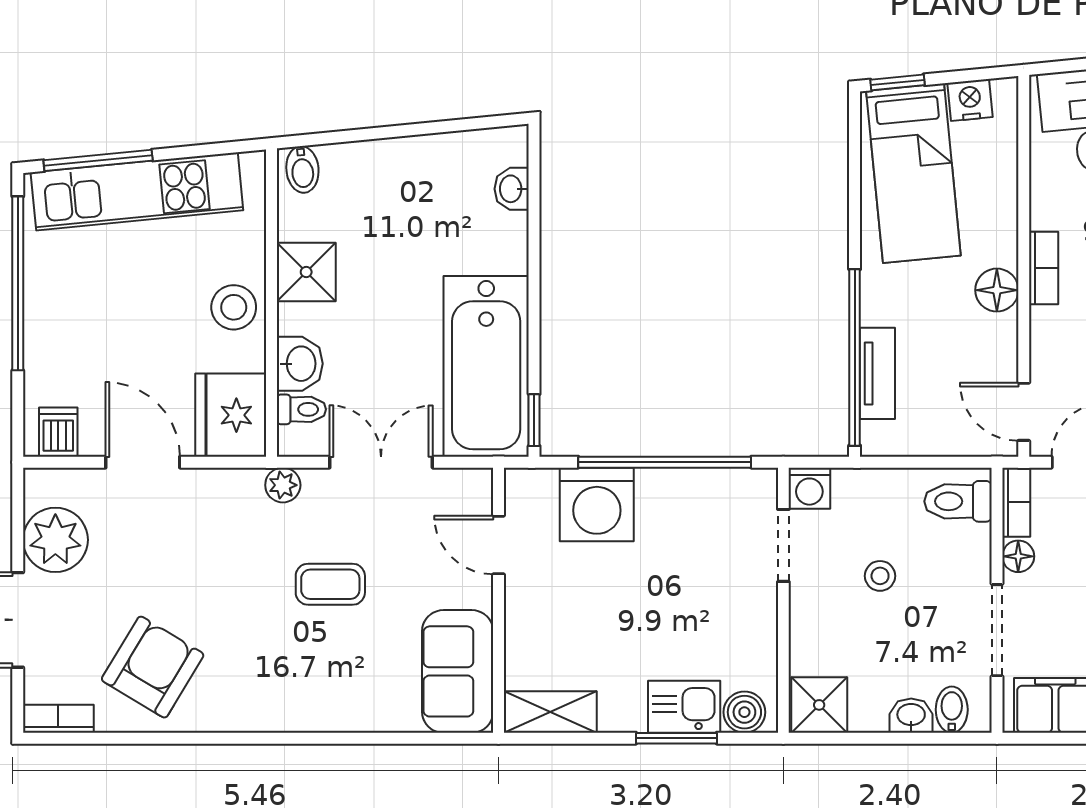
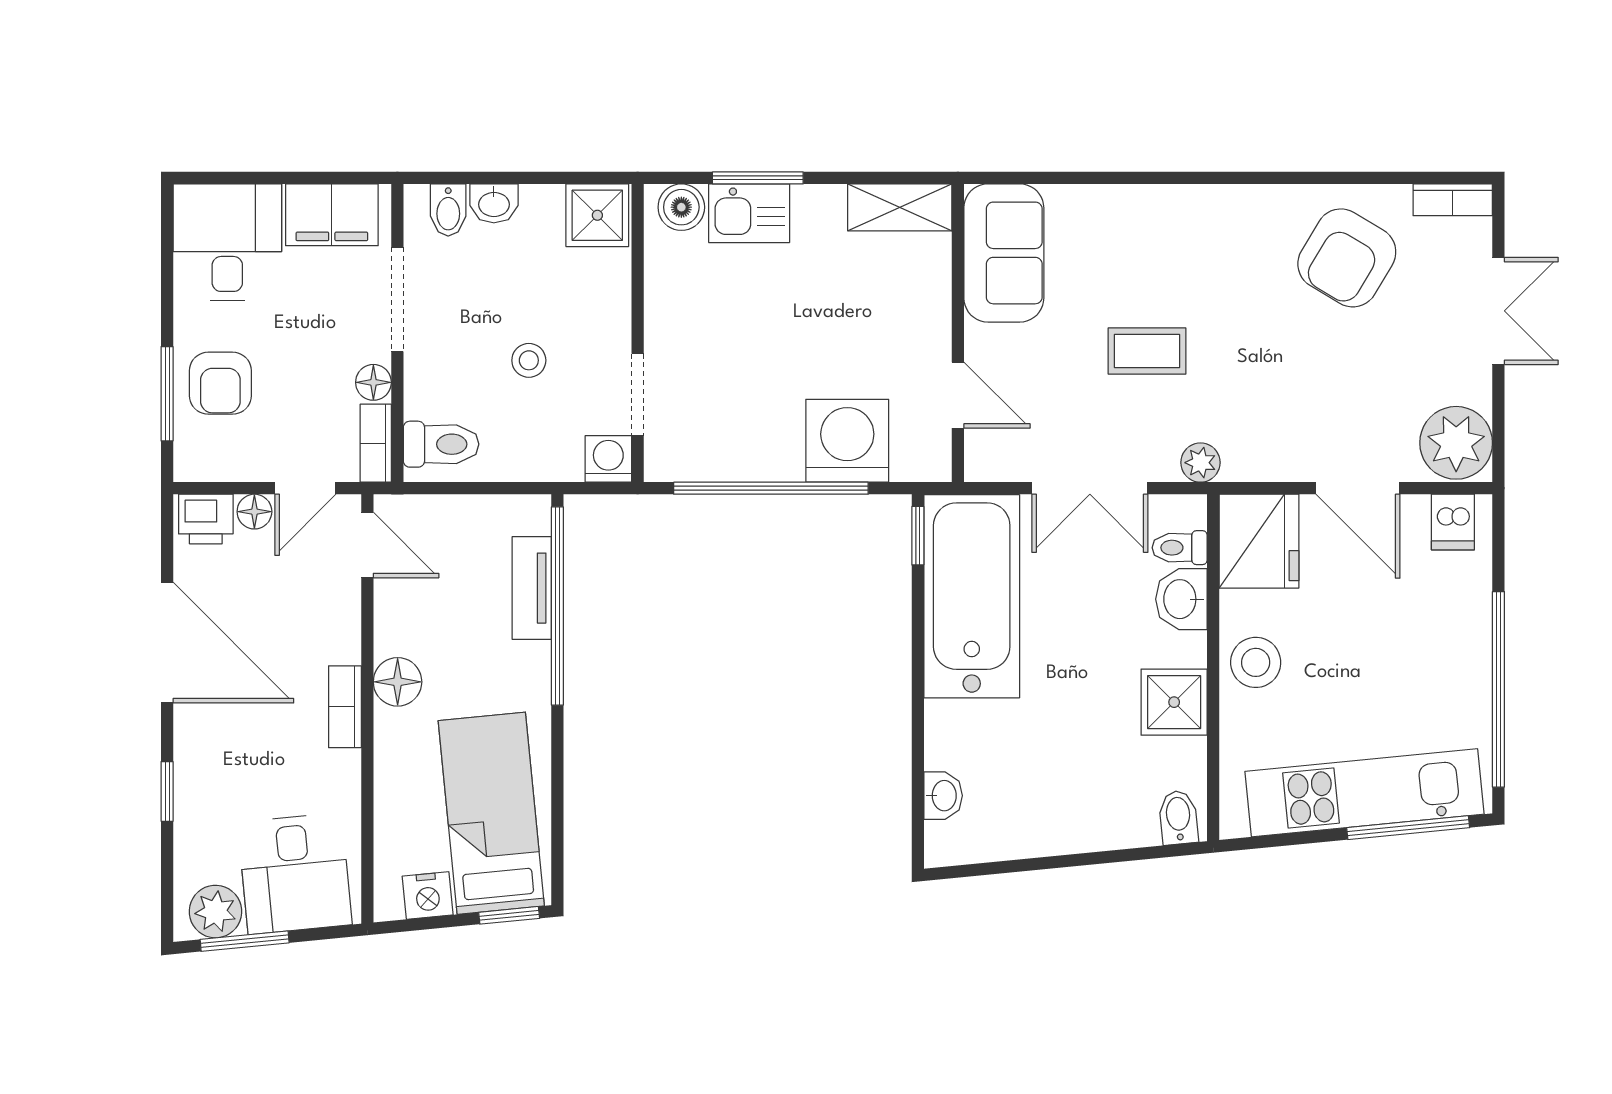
plant: (55, 540) -> (1456, 443), moved

